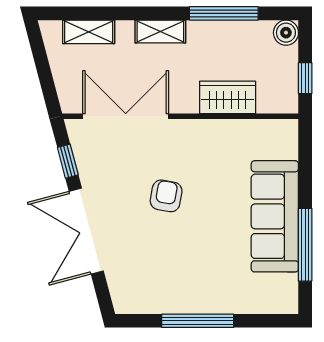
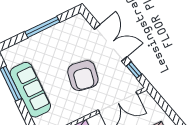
armchair: (166, 196) -> (83, 76), width x1.88, depth x1.88

